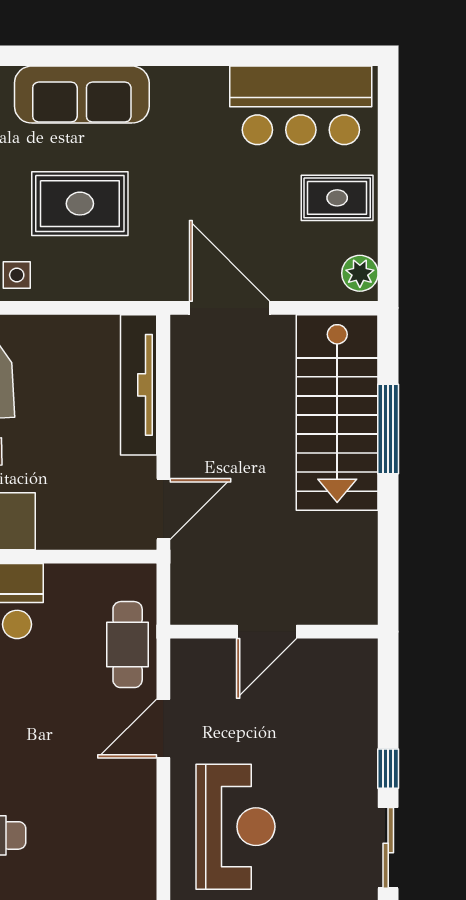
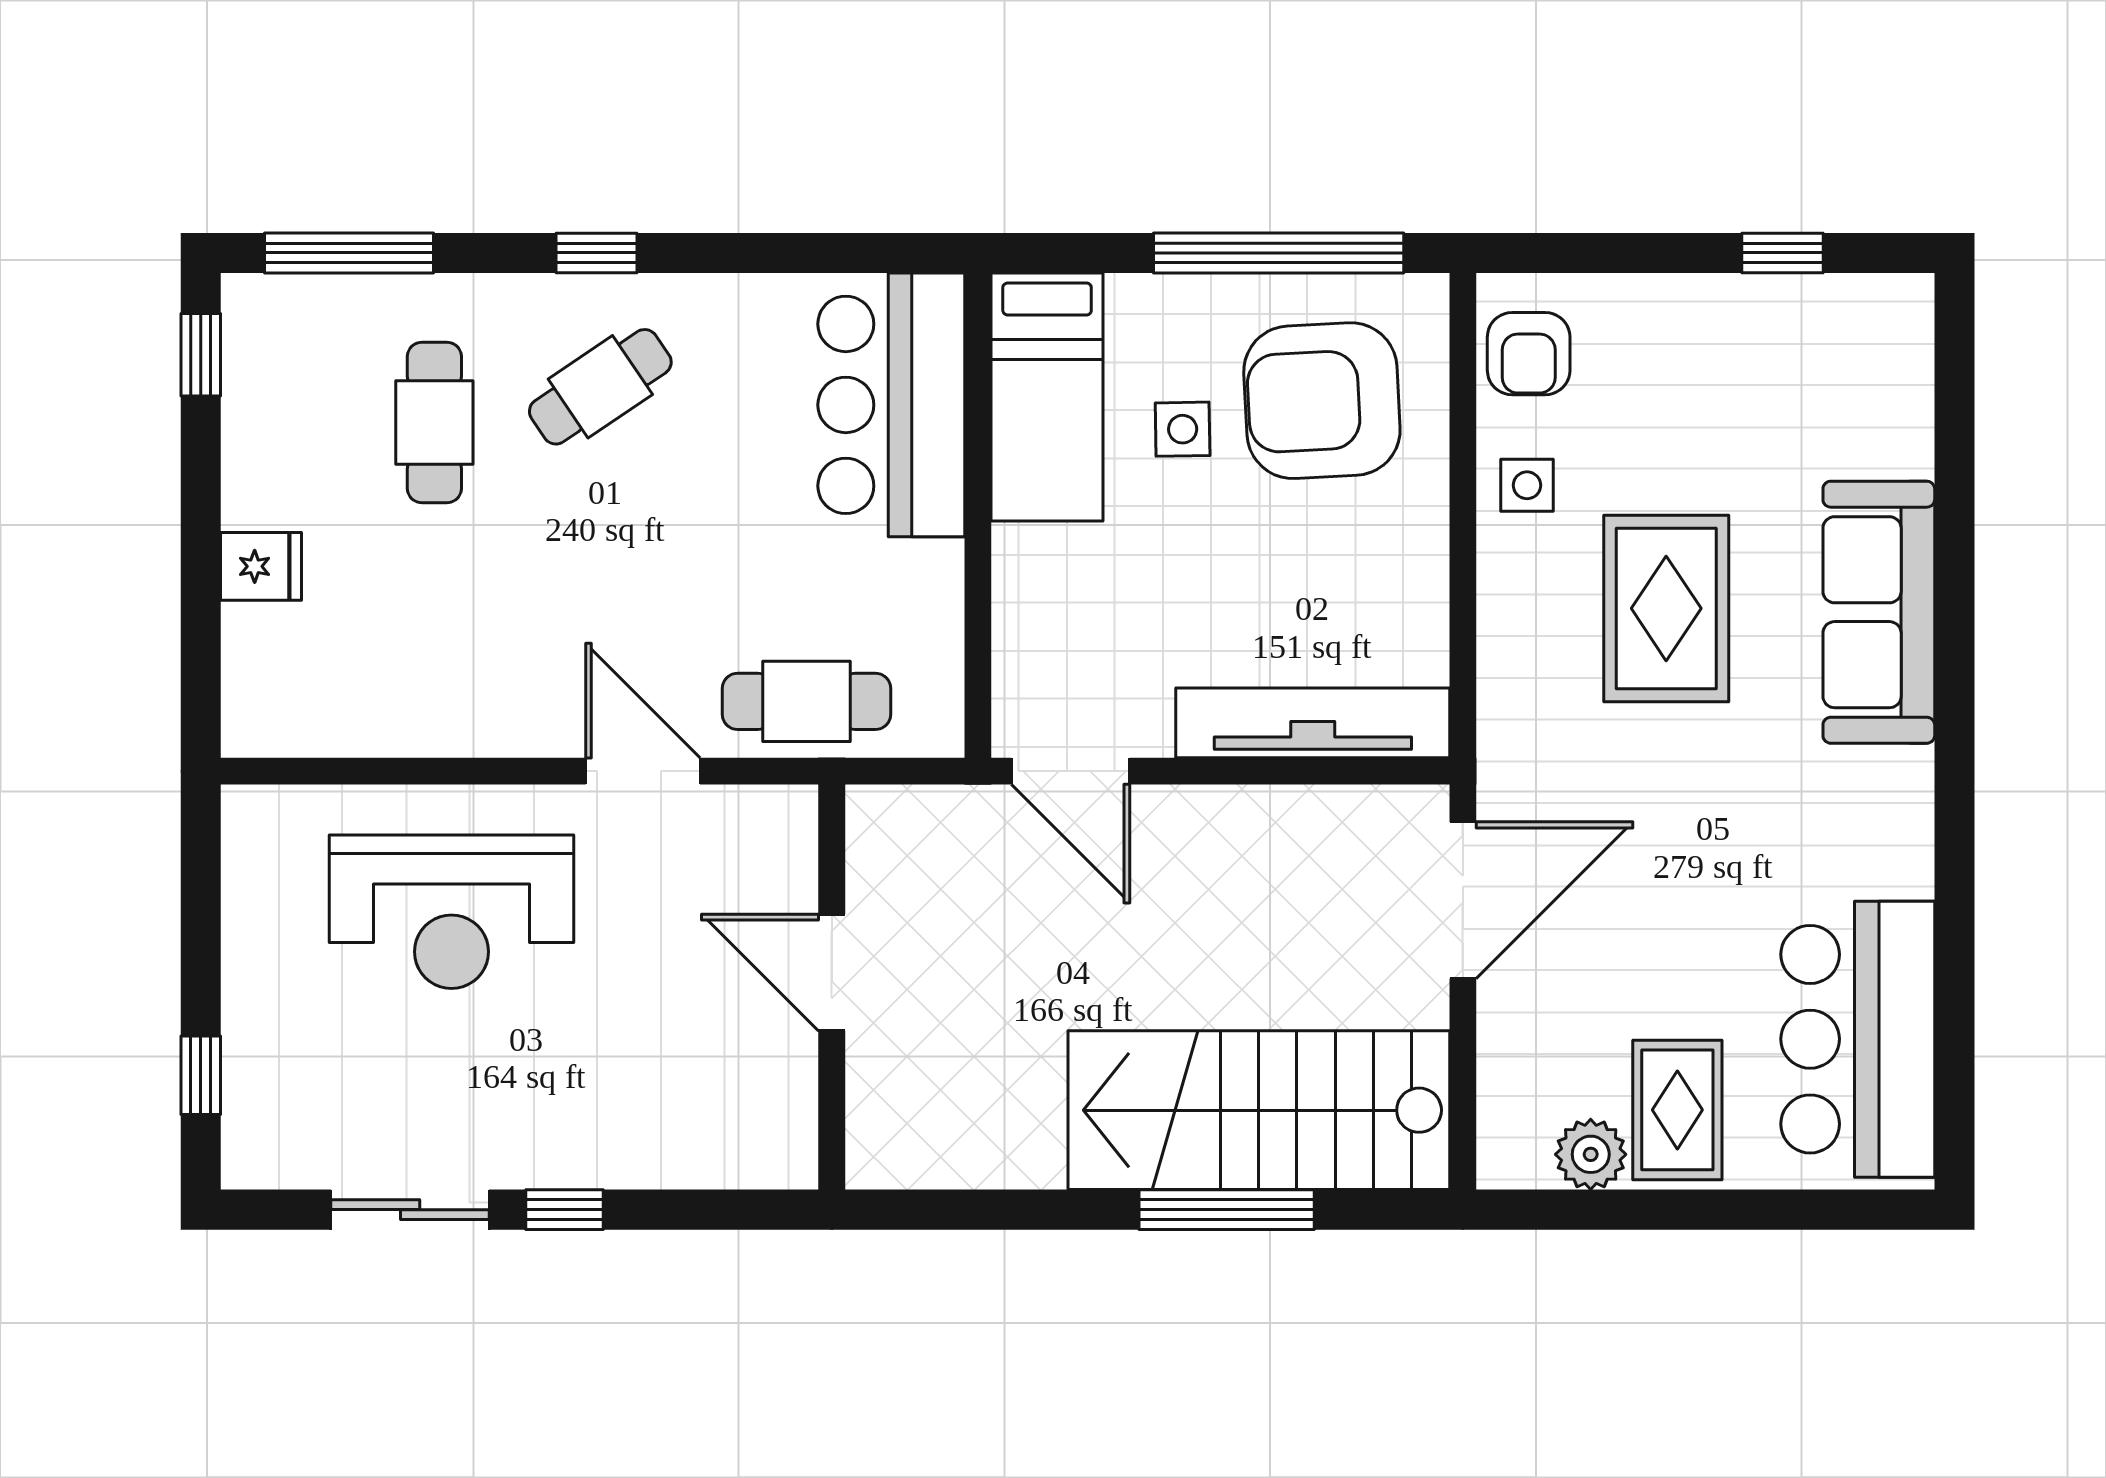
plant: (360, 273) -> (1591, 1154), moved

